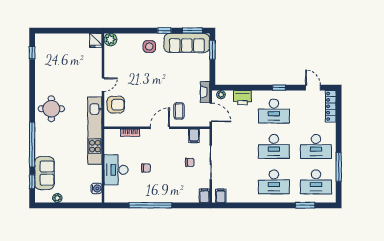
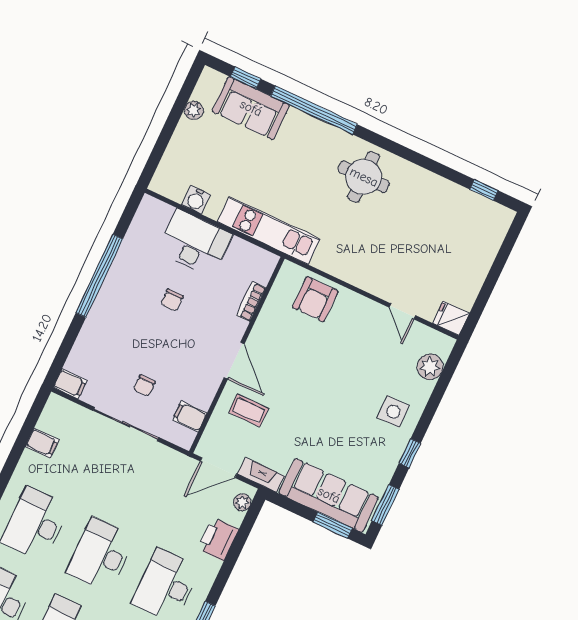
plant: (110, 40) -> (430, 367), moved
sofa: (187, 43) -> (329, 495), moved, turned 90
door: (103, 85) -> (403, 311), moved
kitchen unit: (95, 131) -> (269, 230), width x0.73
water cooler: (96, 188) -> (196, 200), moved
filing cabinet: (221, 196) -> (42, 443), moved

